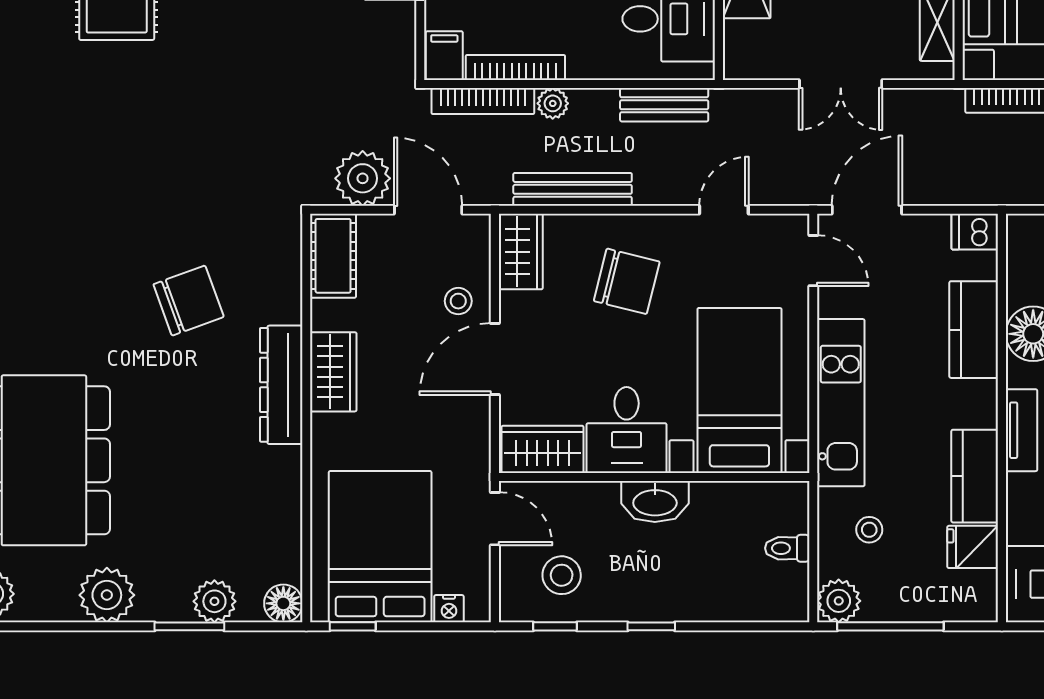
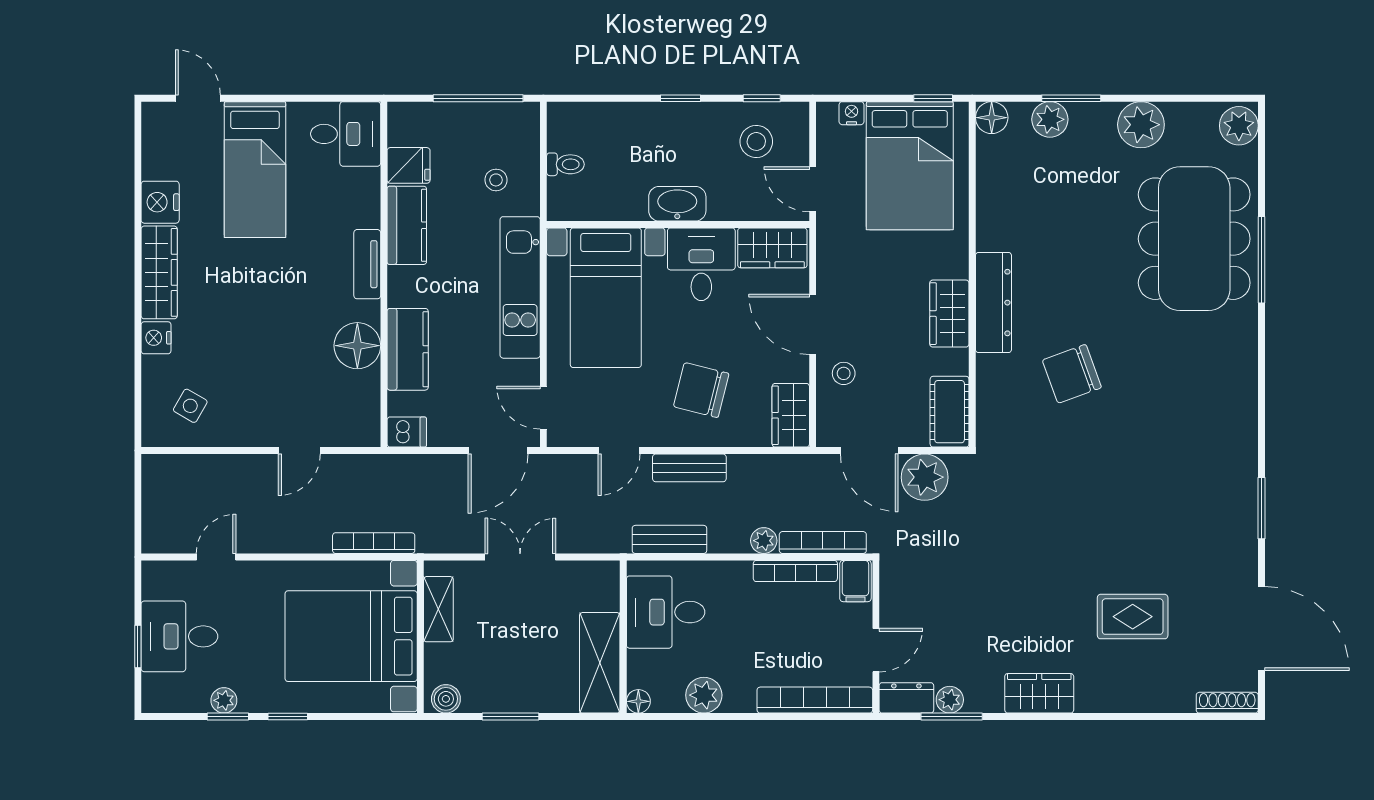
bench: (573, 189) -> (689, 468), moved, width x0.73
door: (495, 359) -> (813, 324), swing flipped
plant: (839, 601) -> (522, 120), removed

